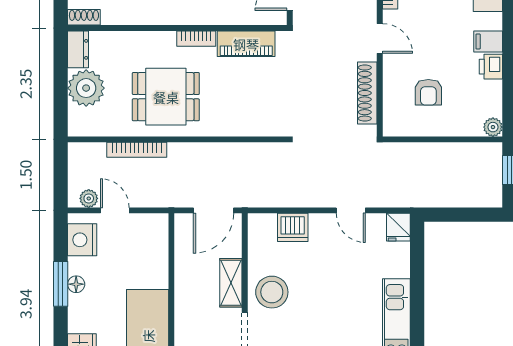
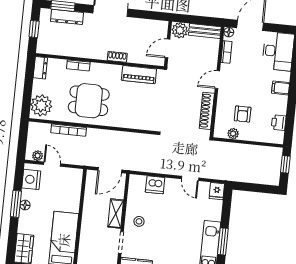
shoe rack: (84, 17) -> (117, 57), moved
door: (380, 38) -> (217, 80), swing flipped
bookcase: (196, 39) -> (78, 65), moved
printer: (491, 67) -> (279, 123), moved
plant: (86, 88) -> (41, 105), moved
plant: (493, 127) -> (233, 134), moved
stool: (272, 292) -> (139, 221), width x0.53, depth x0.53
window: (417, 311) -> (223, 241), added

